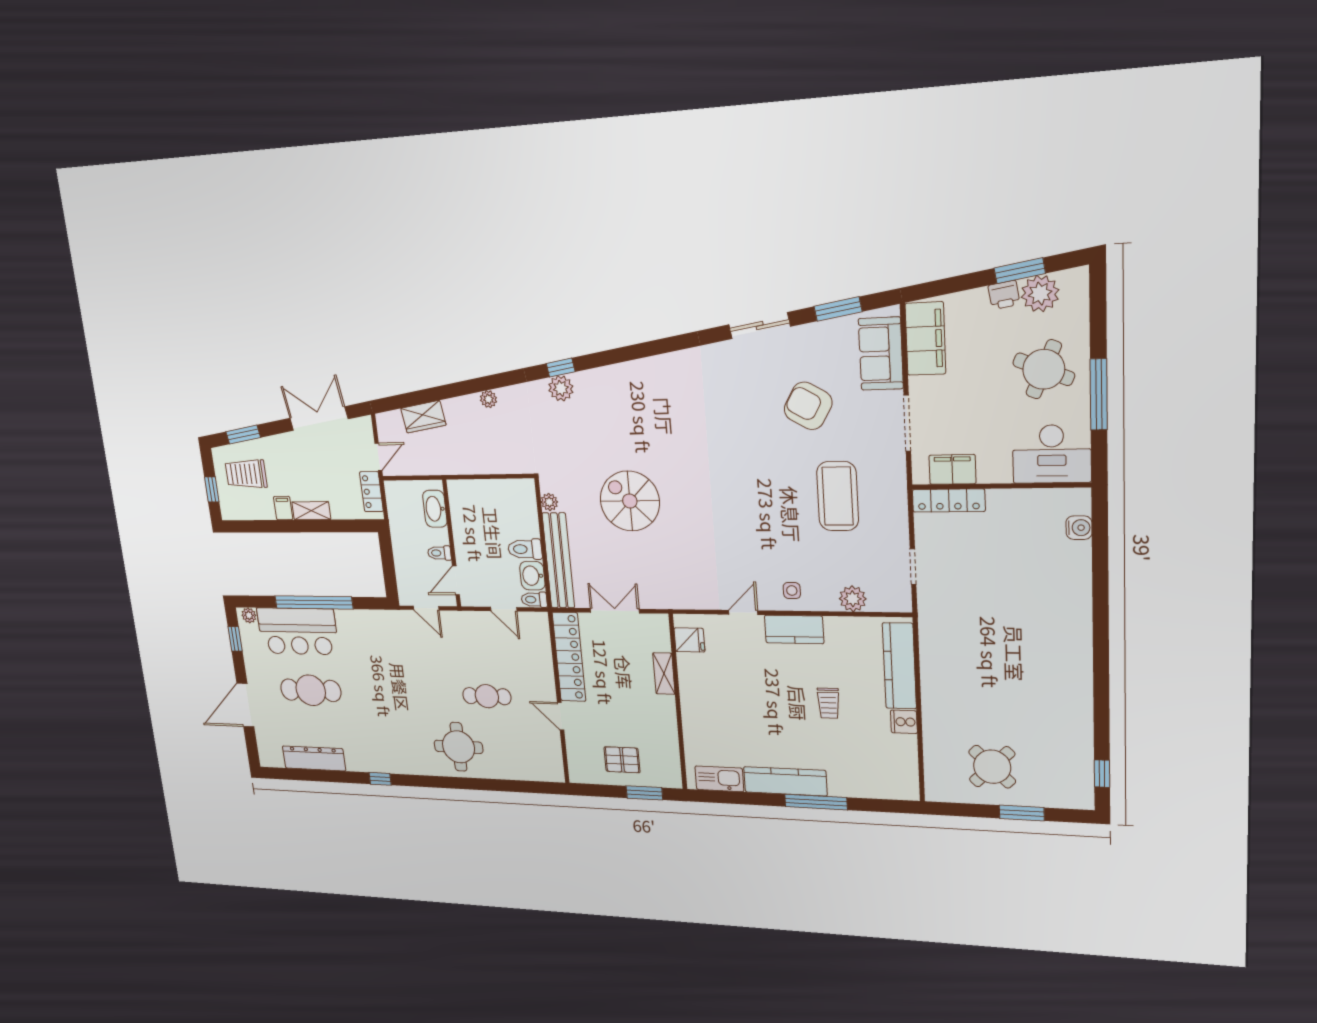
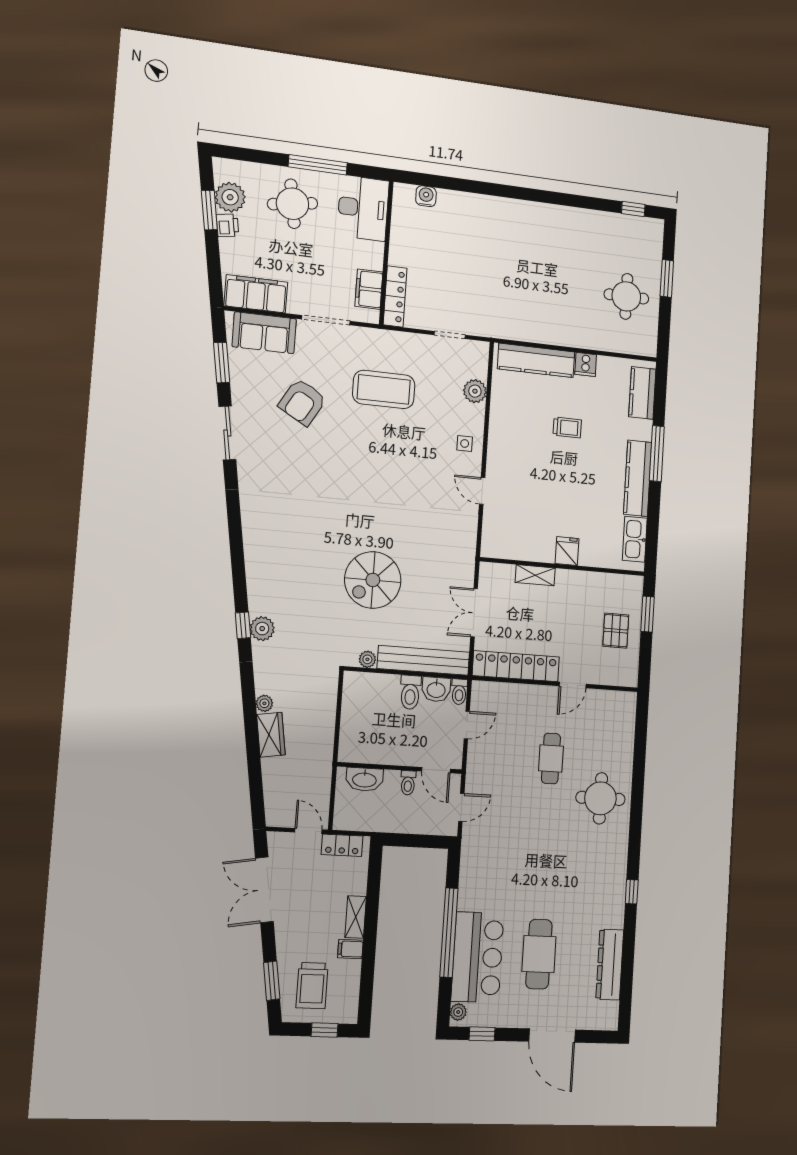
round table: (1044, 369) -> (292, 204), turned -32
wardrobe: (423, 417) -> (271, 735), moved
kitchen counter: (794, 629) -> (642, 393), moved, turned 180
fridge: (689, 640) -> (567, 551), moved
round table: (992, 767) -> (626, 296), turned 45

